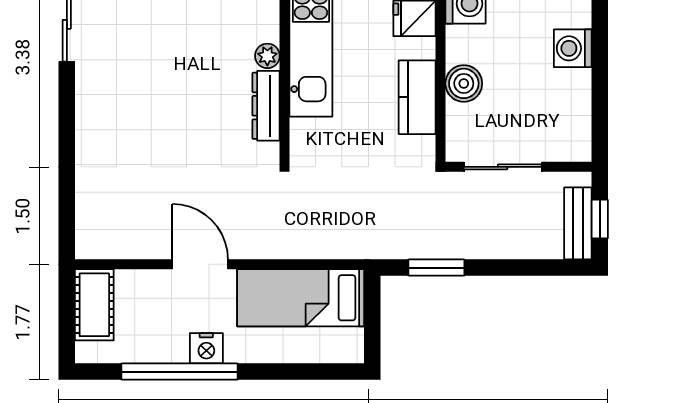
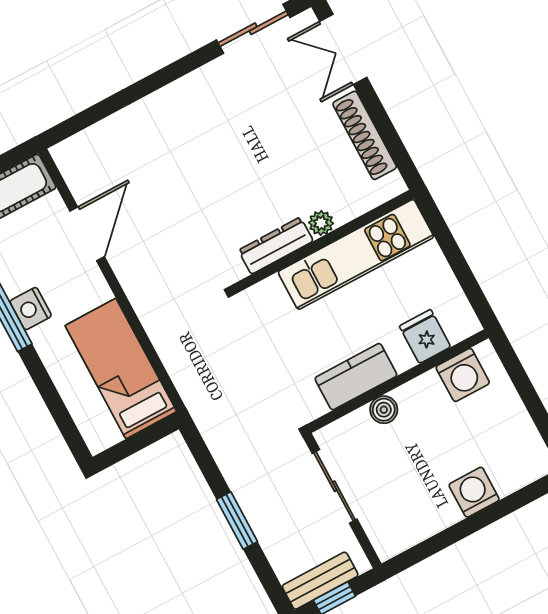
boiler: (464, 83) -> (384, 410), width x0.73, depth x0.73
door: (200, 264) -> (87, 234), moved
window: (436, 268) -> (237, 520), moved

